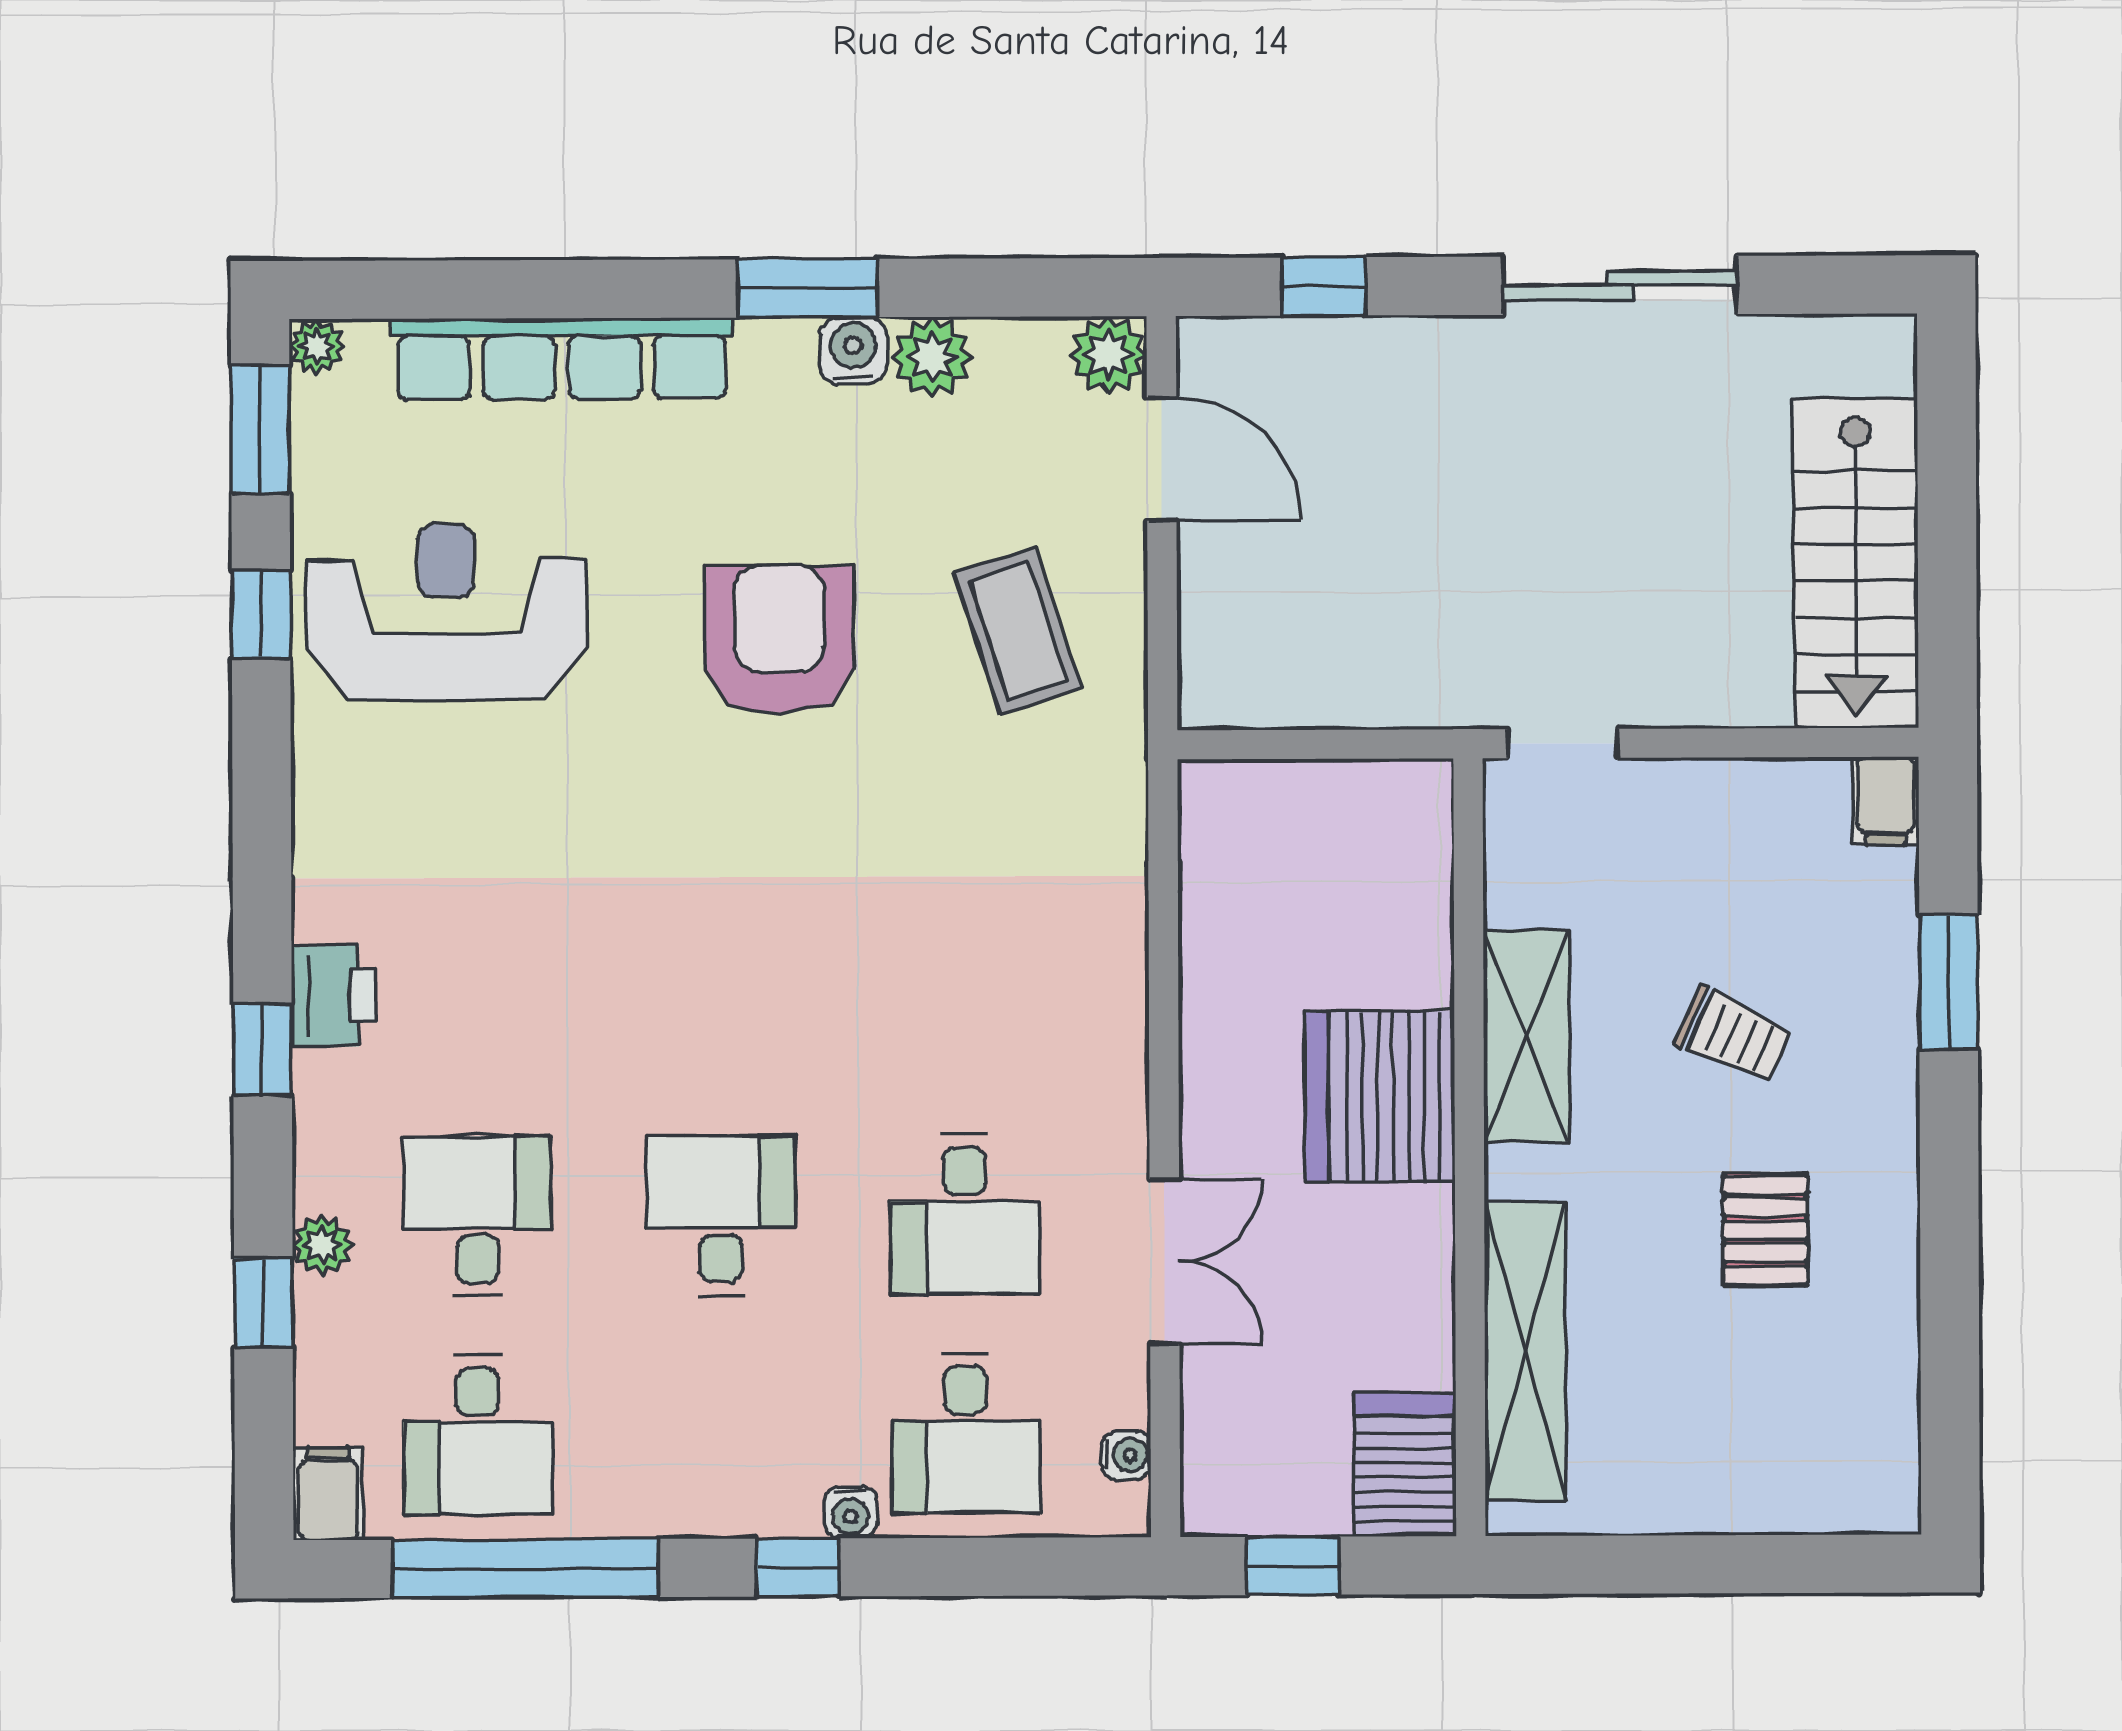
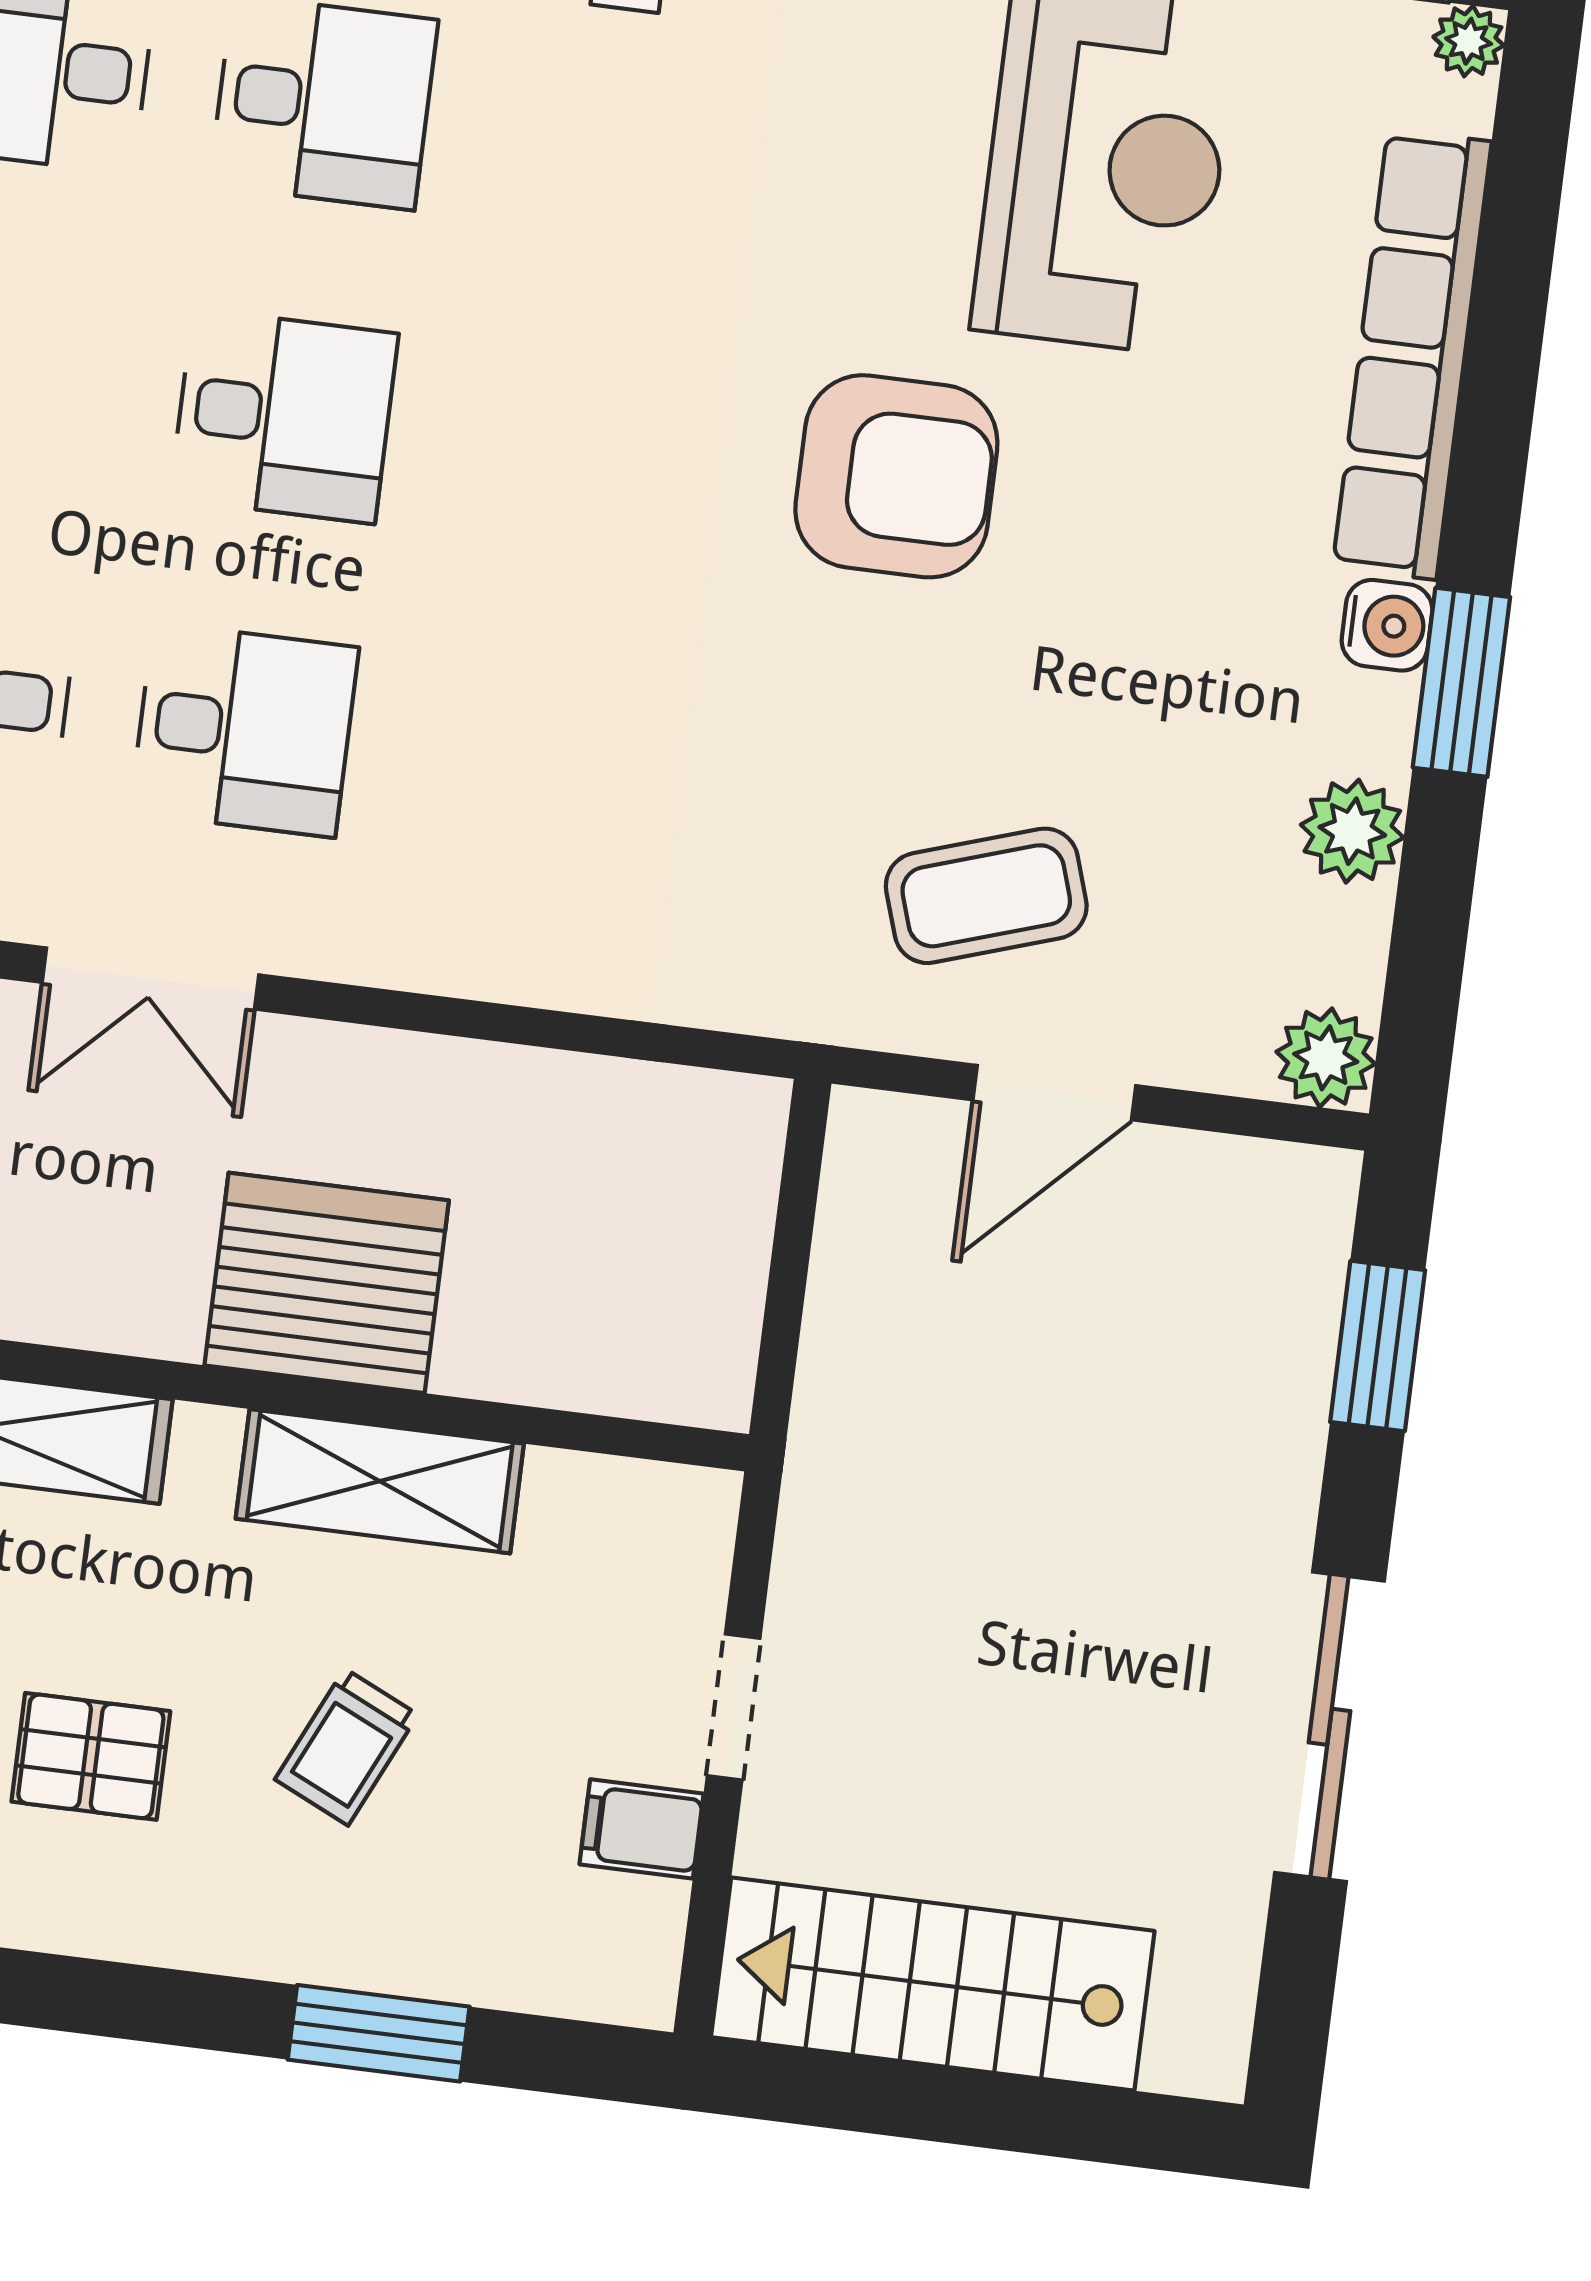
window: (1324, 286) -> (1378, 1346), width x1.50
water cooler: (853, 351) -> (1387, 625), moved
door: (1162, 459) -> (1054, 1093), moved
armchair: (779, 640) -> (896, 476), moved
doorway: (1563, 744) -> (734, 1707), moved
filing cabinet: (1886, 801) -> (642, 1829), moved
desk: (965, 1214) -> (244, 730), turned 180

